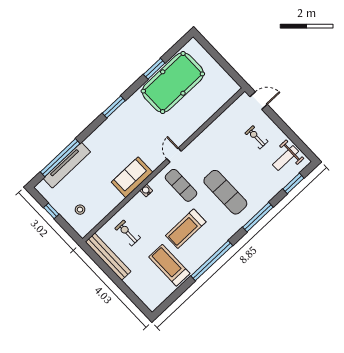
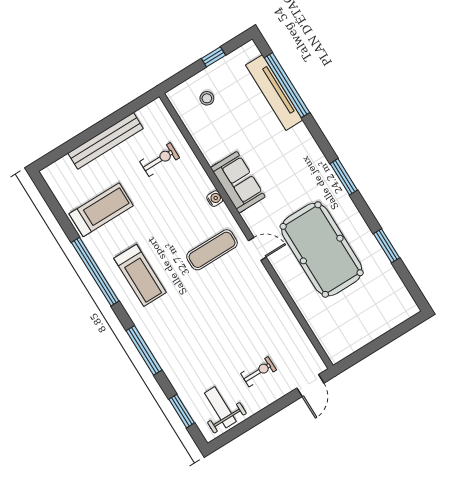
pool table: (173, 83) -> (322, 250), moved
exercise mat: (225, 192) -> (189, 311), removed
treadmill: (186, 229) -> (140, 275), moved, turned 180
bench: (108, 257) -> (106, 141), moved

